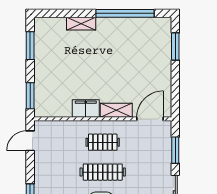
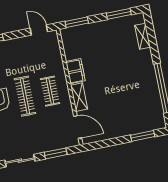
shelving: (81, 24) -> (143, 36), moved

